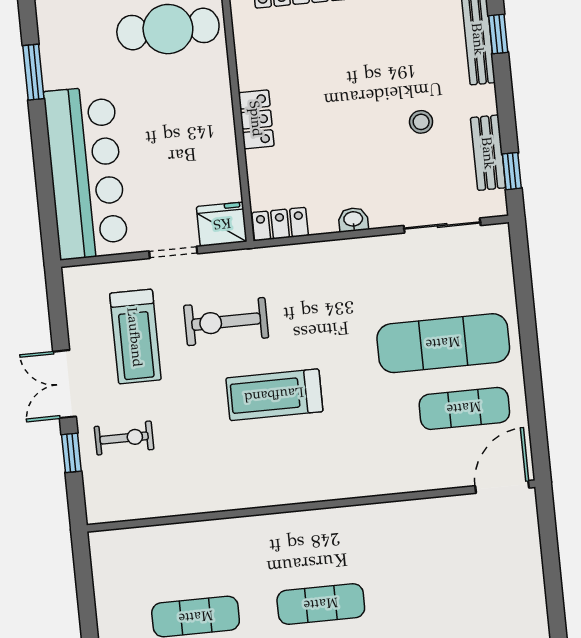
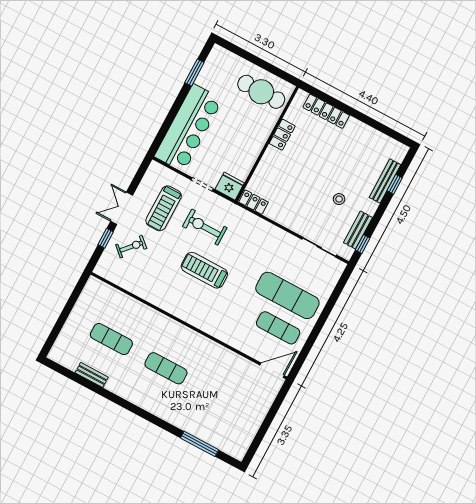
locker: (256, 119) -> (282, 135), moved
washbasin: (353, 220) -> (285, 220), removed
exercise bike: (124, 438) -> (131, 247), turned -48

